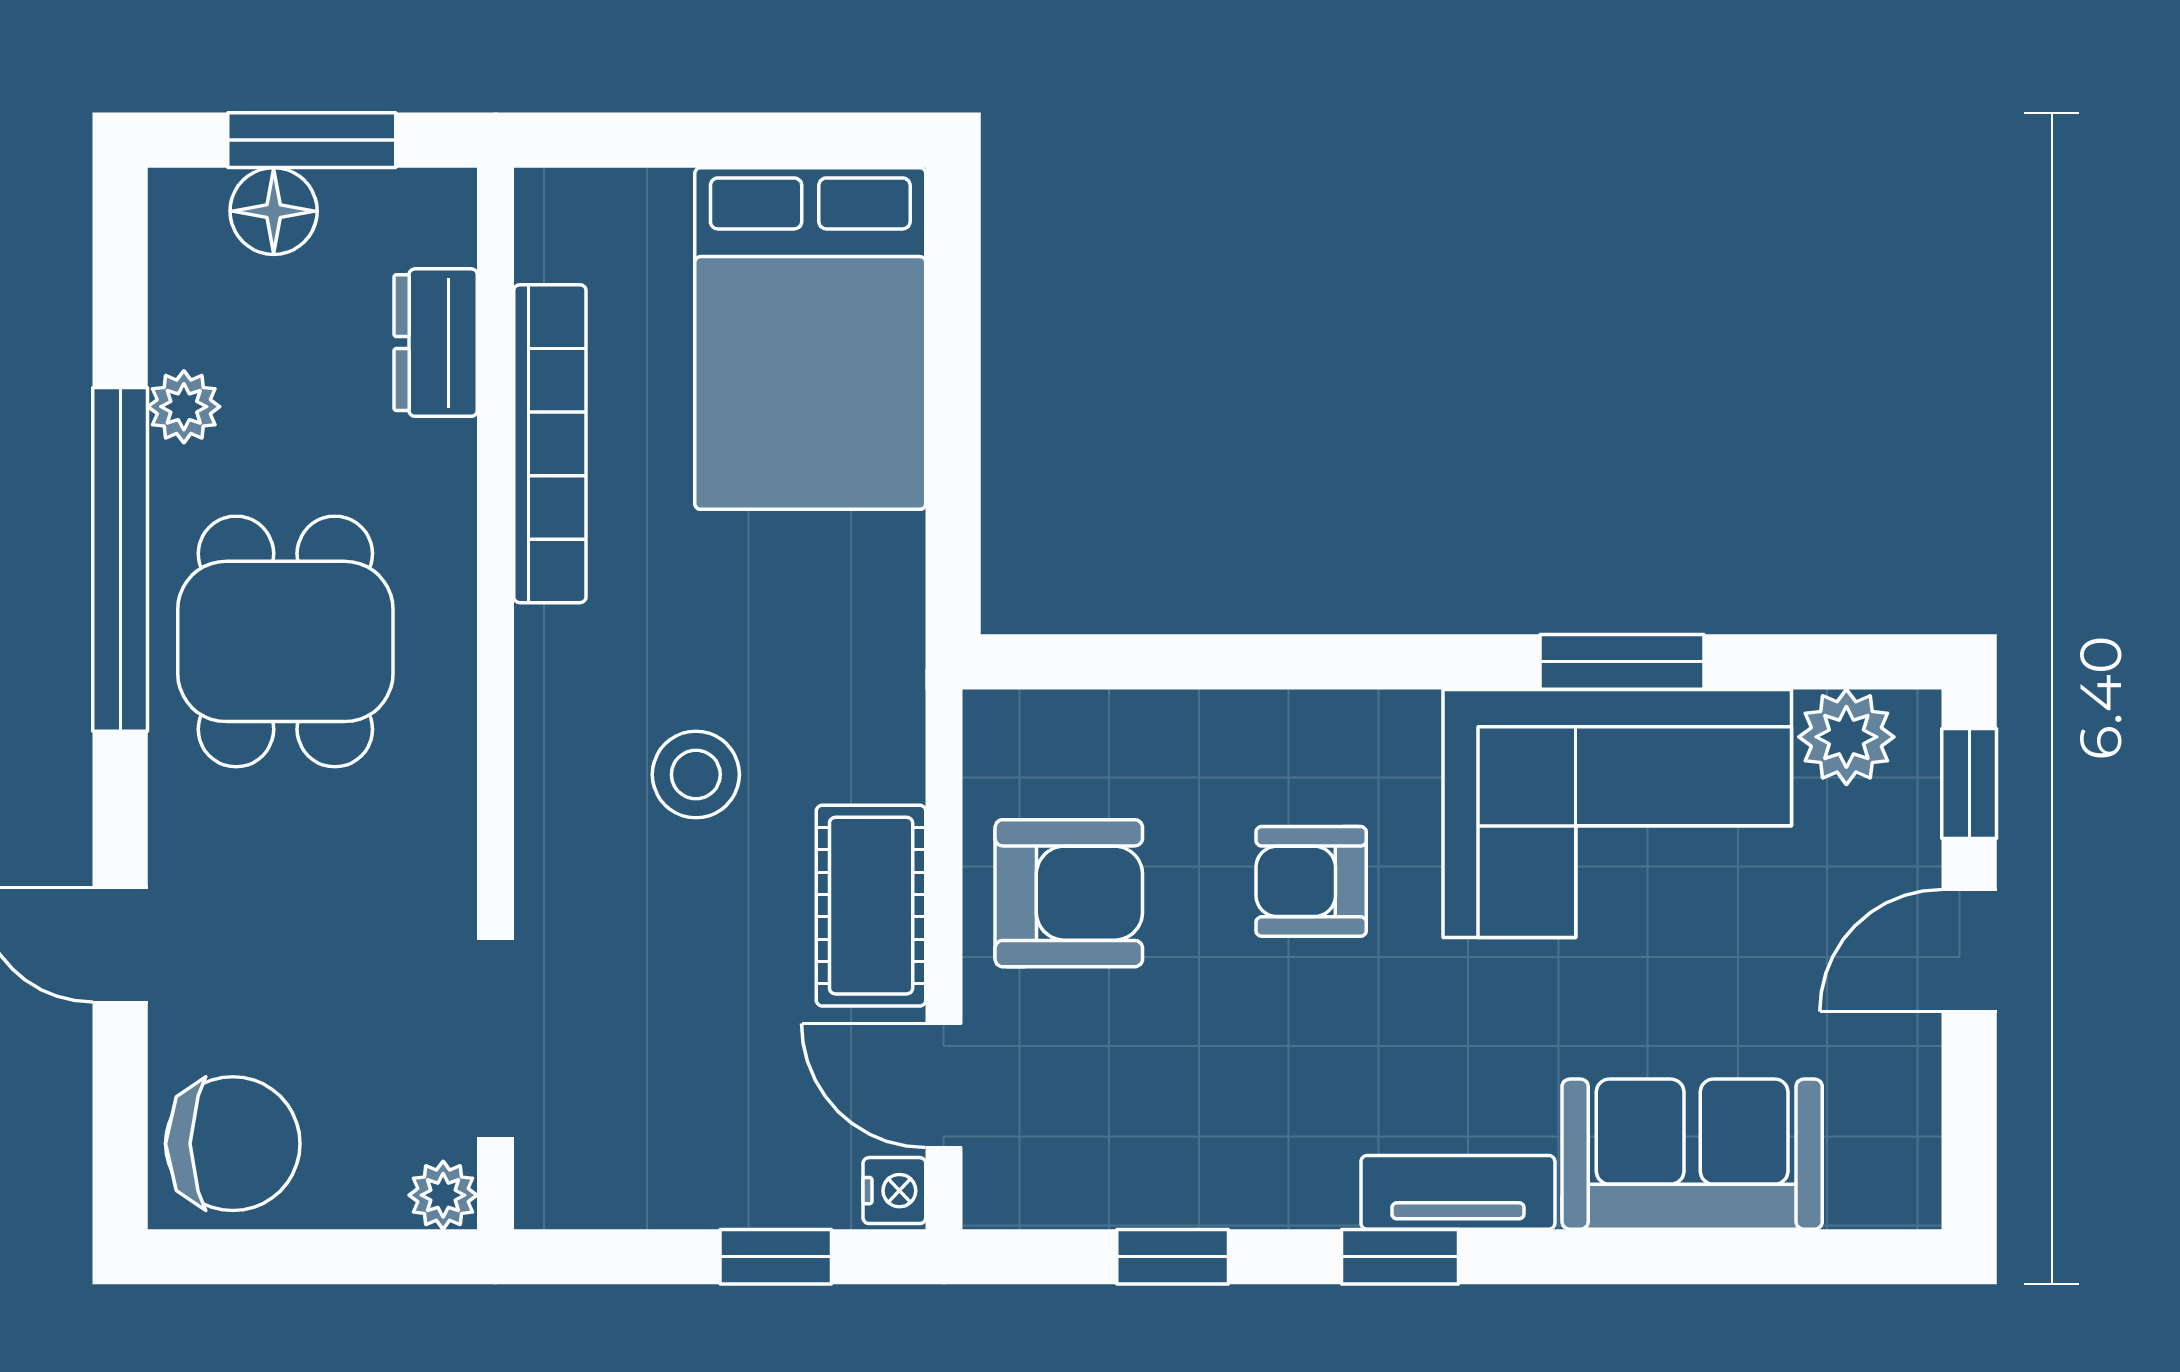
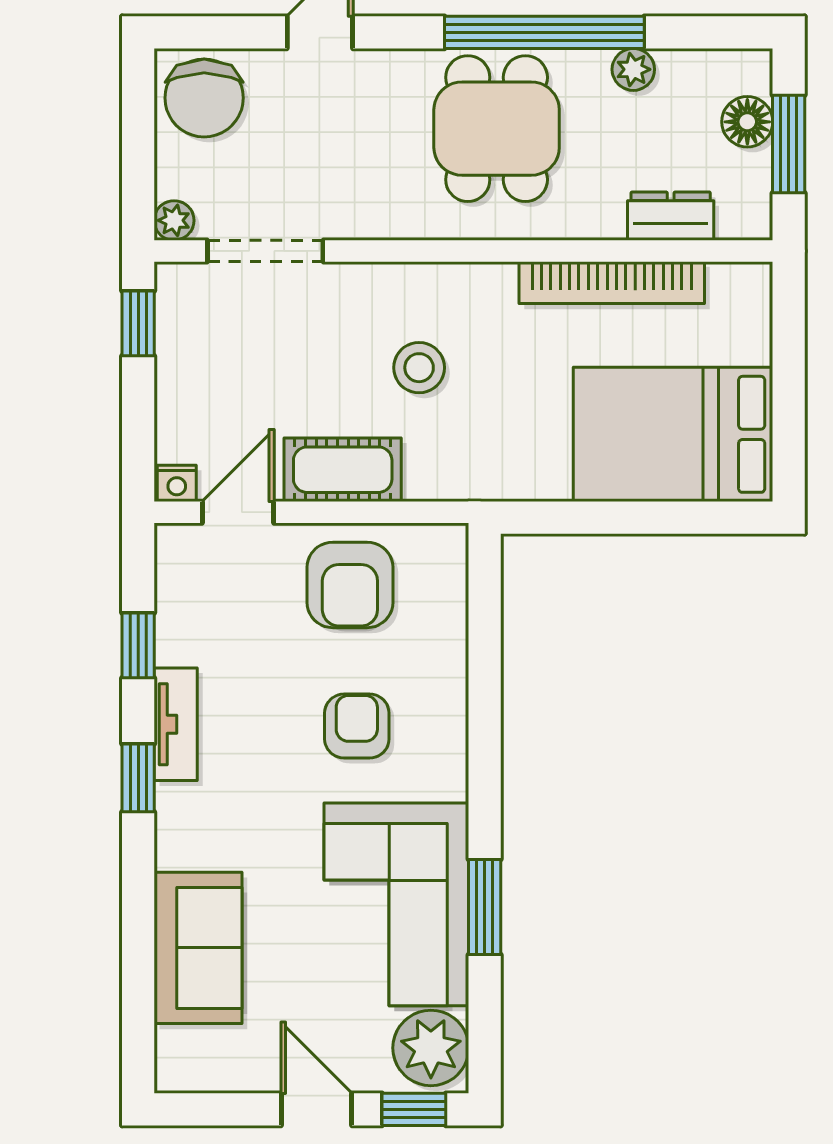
dining table: (285, 641) -> (497, 129), turned 90
plant: (1846, 737) -> (431, 1048), width x1.36, depth x1.36
tv unit: (1458, 1192) -> (176, 724), moved
window: (776, 1257) -> (138, 323), moved

